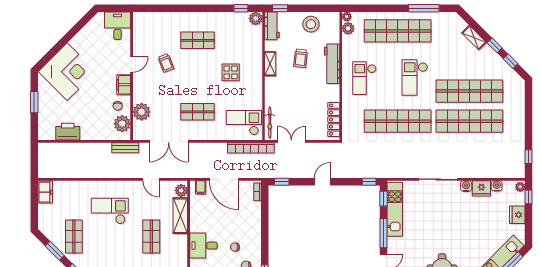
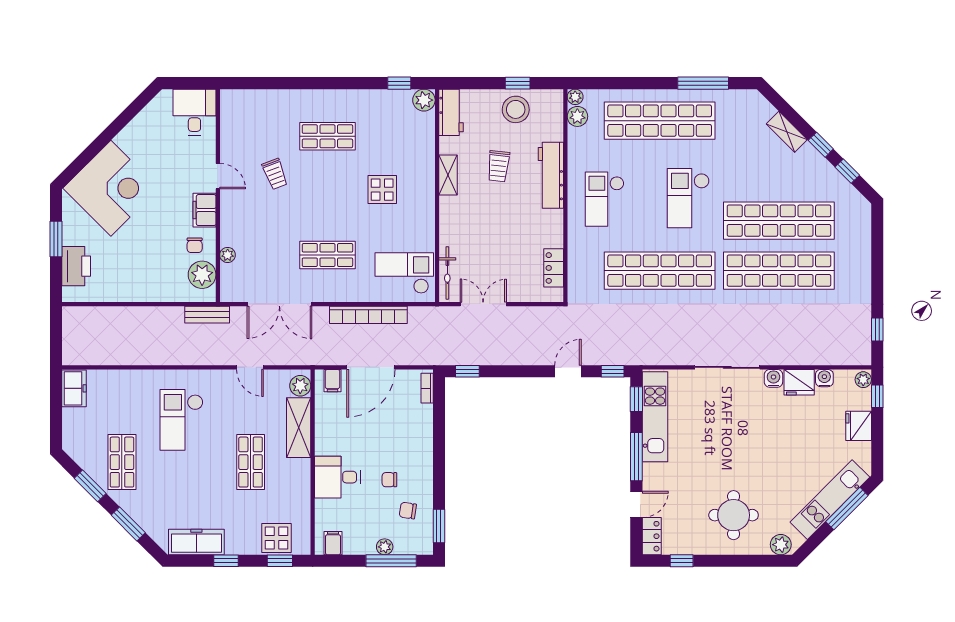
window: (280, 8) -> (518, 83), moved
door: (132, 64) -> (218, 176), hinge flipped
plant: (142, 112) -> (228, 255), width x0.53, depth x0.53
locker: (334, 120) -> (554, 268), width x0.66
printer: (68, 132) -> (76, 266), moved, turned 90
bookcase: (251, 148) -> (368, 315), moved
door: (224, 179) -> (371, 367), hinge flipped
door: (322, 182) -> (568, 371), moved
checkout: (110, 211) -> (181, 420), turned -90

